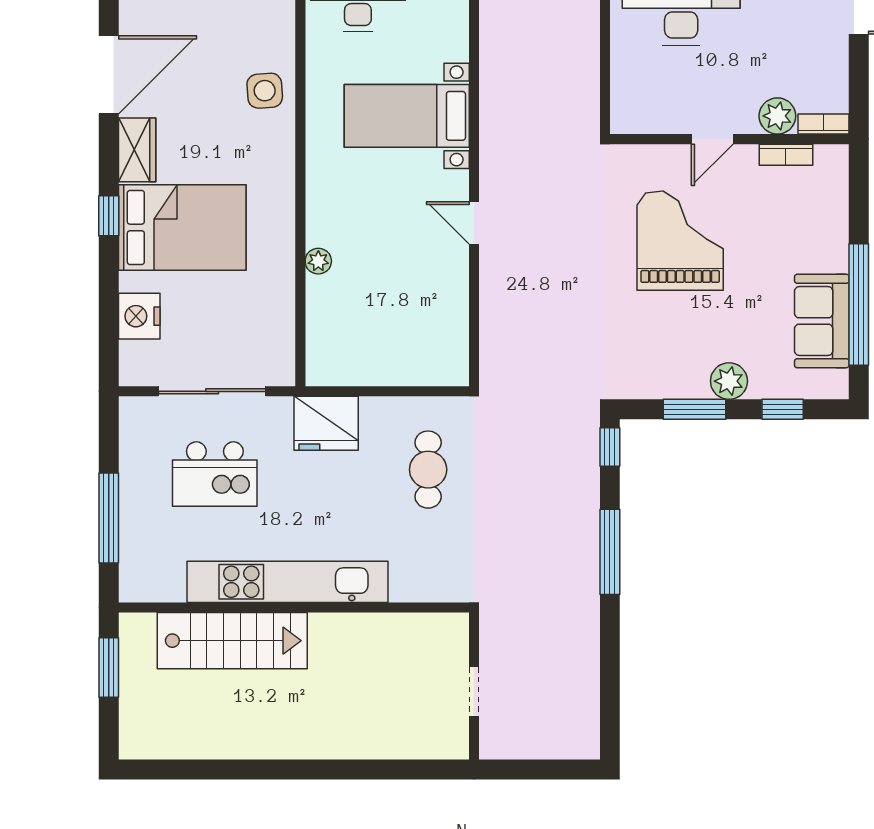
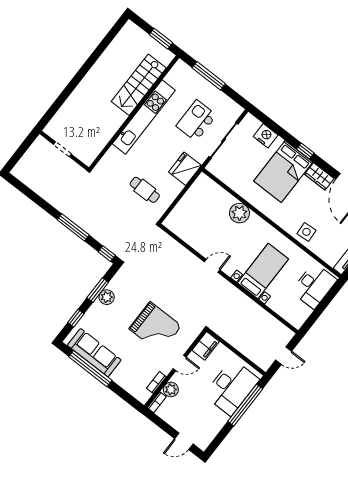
filing cabinet: (640, 114) -> (206, 346), added
door: (712, 139) -> (180, 363), swing flipped
plant: (318, 261) -> (239, 213), width x1.87, depth x1.87
sofa: (822, 321) -> (94, 353), width x1.36
plant: (729, 381) -> (107, 297), moved

